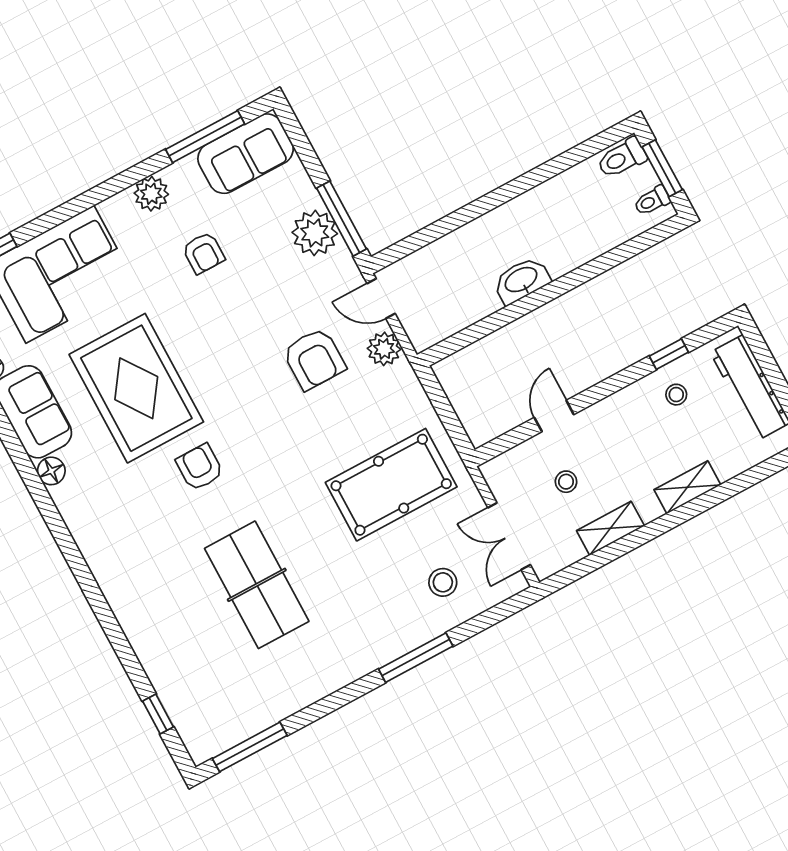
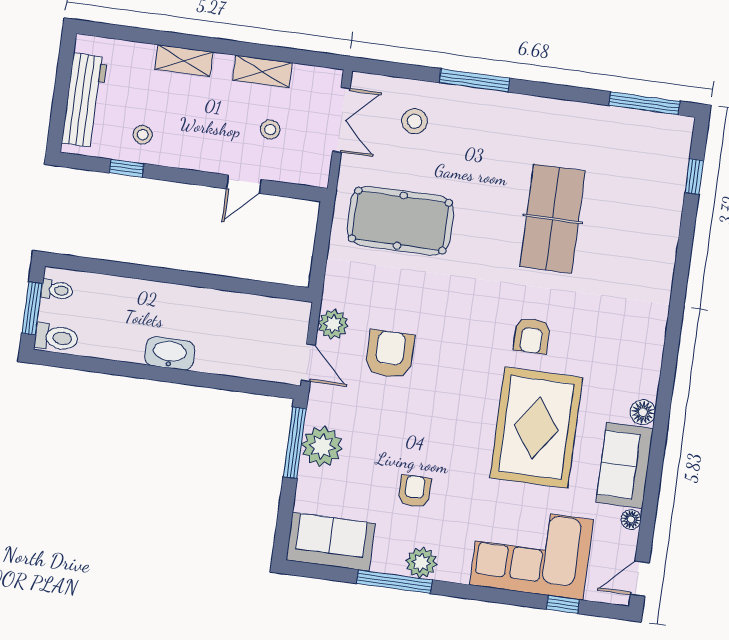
window: (205, 137) -> (394, 582), moved
washbasin: (521, 280) -> (170, 353), moved, turned 180

